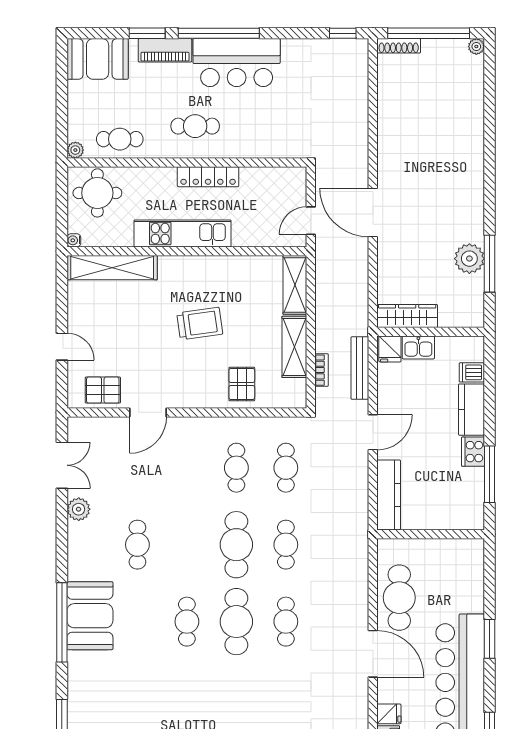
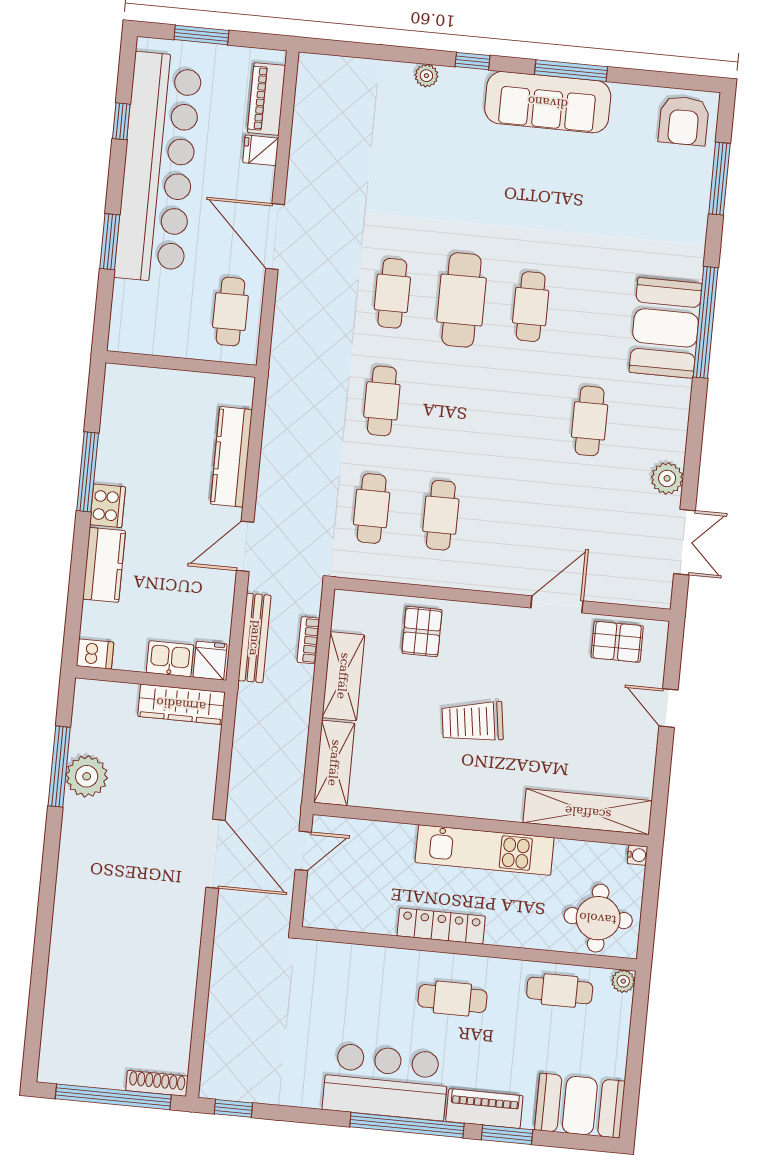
plant: (476, 47) -> (48, 1072), removed
dishwasher: (472, 372) -> (95, 654), moved
double door: (62, 465) -> (684, 542), swing flipped
wall: (431, 534) -> (181, 364), moved
cafe table: (236, 545) -> (451, 408), removed
cafe table: (399, 598) -> (230, 312), width x0.73, depth x0.74

